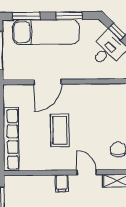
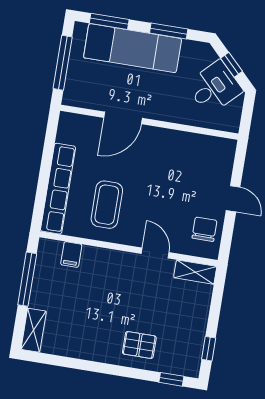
coffee table: (60, 130) -> (107, 205), moved
filing cabinet: (62, 183) -> (71, 255), moved

